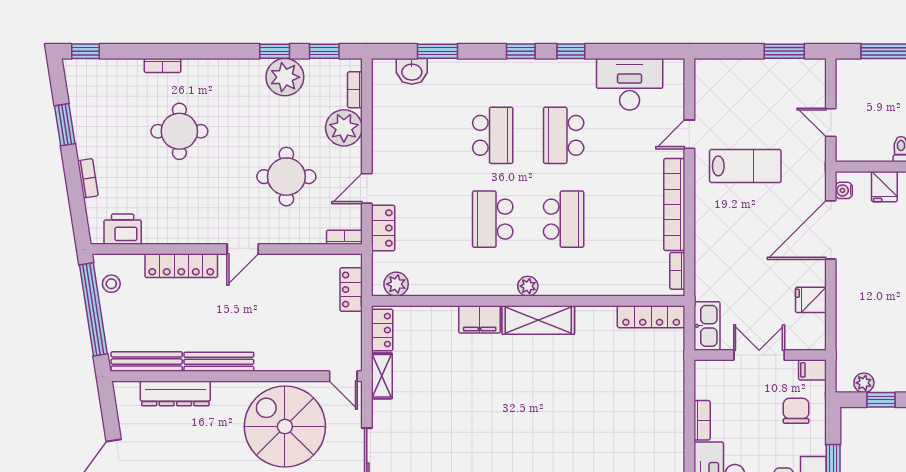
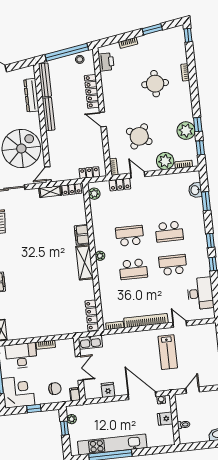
round table: (286, 177) -> (139, 136), turned 34

